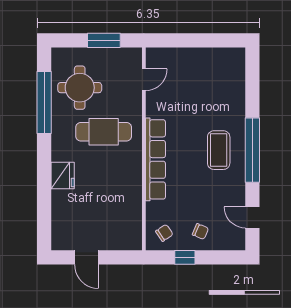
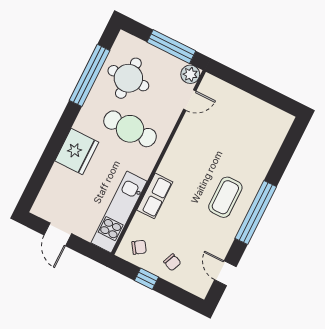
window: (104, 40) -> (171, 47), width x1.44
plant: (133, 57) -> (190, 74), added
row of seats: (155, 159) -> (155, 196), width x0.50
fridge: (63, 176) -> (77, 151), width x1.36, depth x1.34
kitchen unit: (131, 210) -> (119, 212), added

